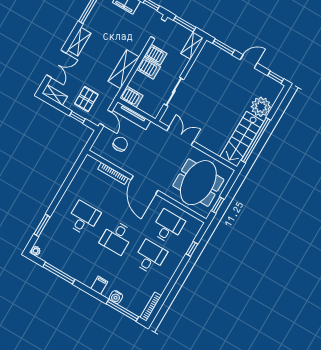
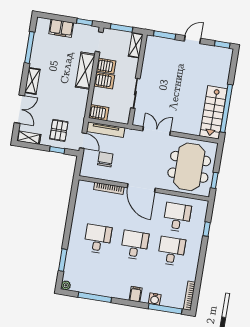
shelving: (124, 69) -> (85, 71), moved
plant: (261, 107) -> (219, 76), removed
desk: (117, 238) -> (135, 245), turned 180

